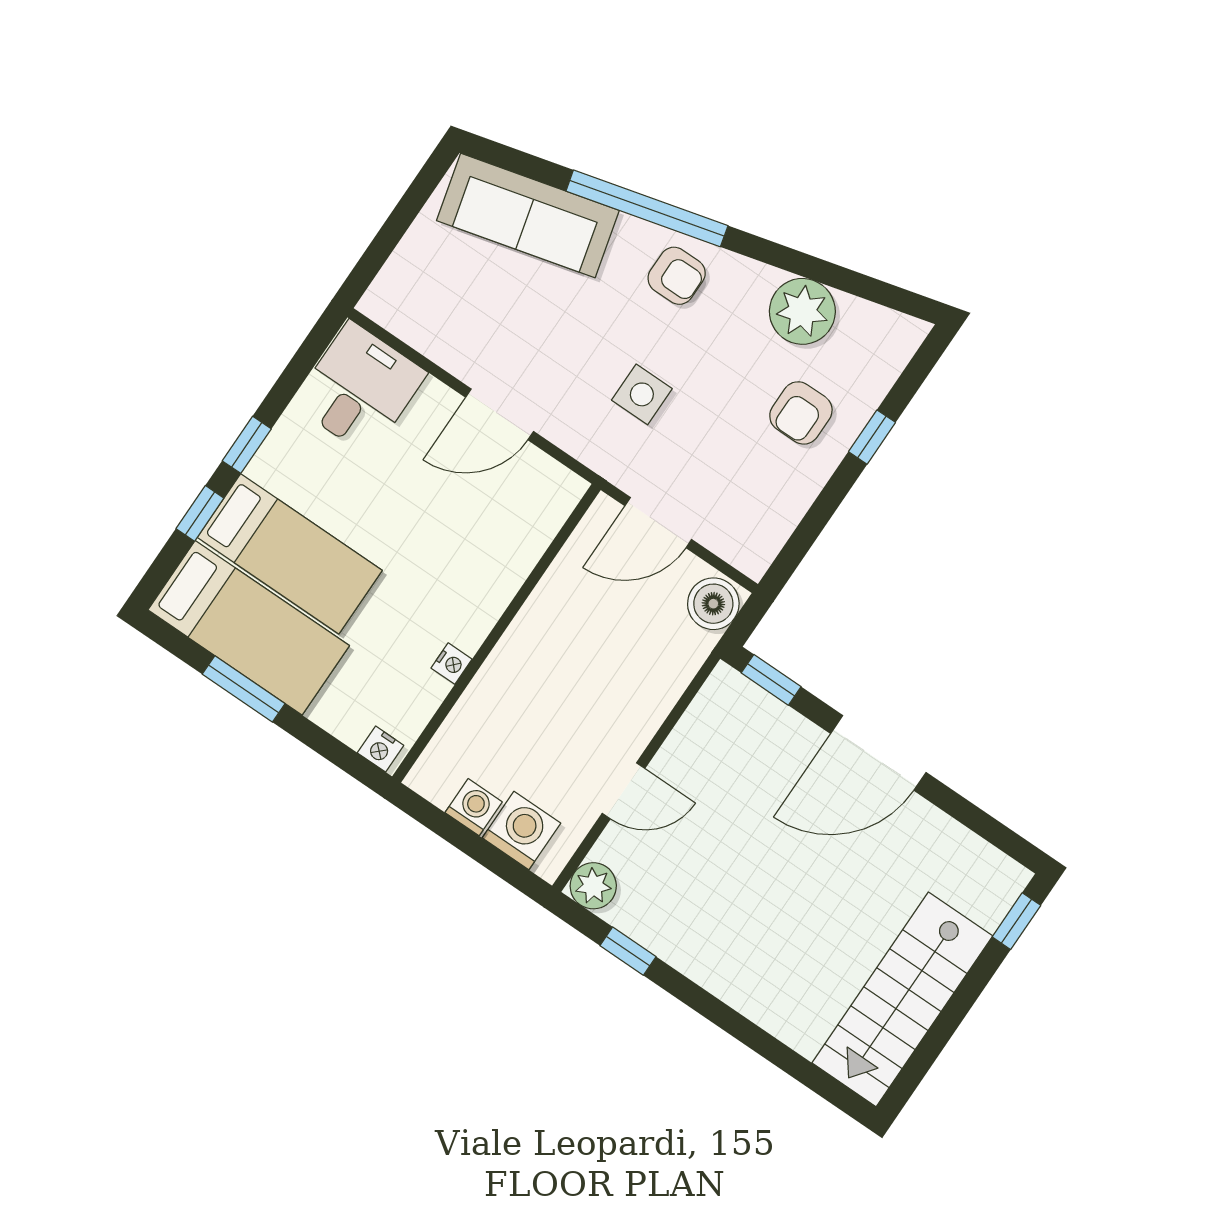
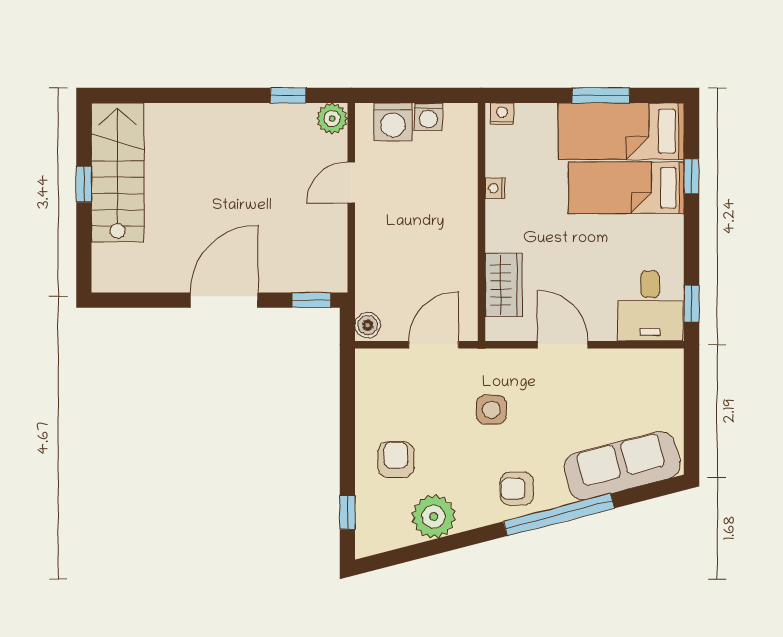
door: (500, 414) -> (563, 345), hinge flipped
window: (872, 437) -> (347, 512), moved
window: (247, 445) -> (691, 304), moved
wardrobe: (522, 537) -> (504, 285), added
boiler: (713, 604) -> (368, 325), width x0.73, depth x0.73
window: (1016, 921) -> (84, 184), moved

